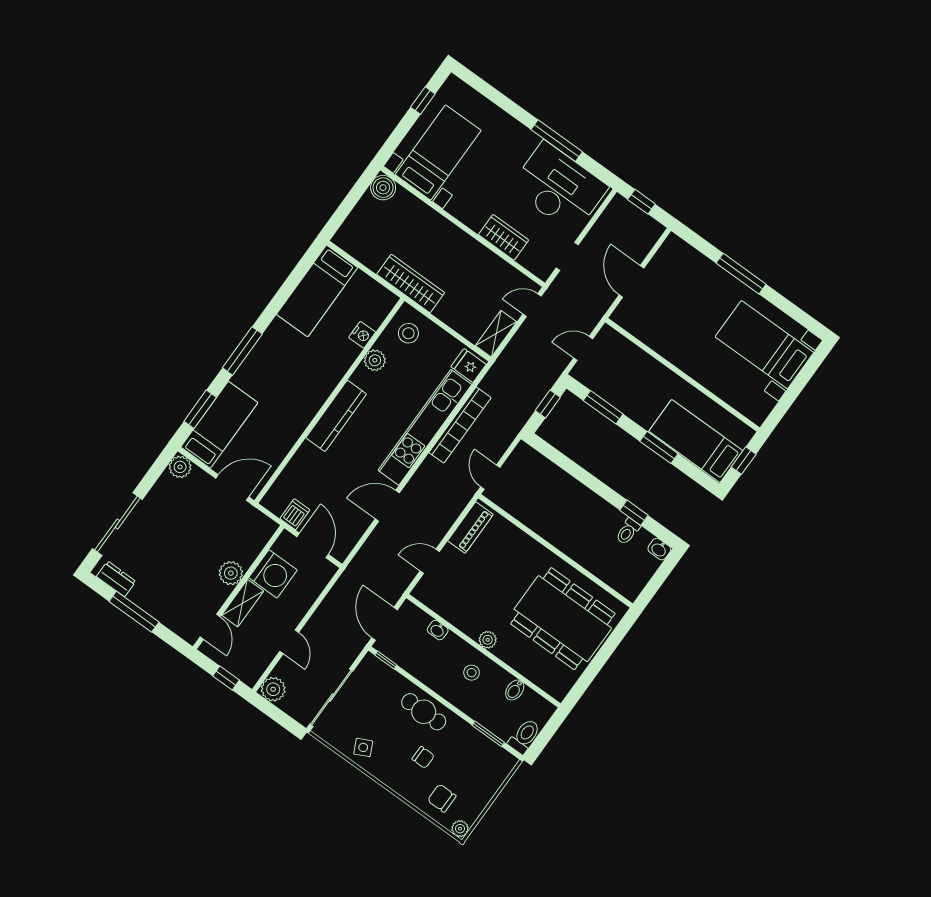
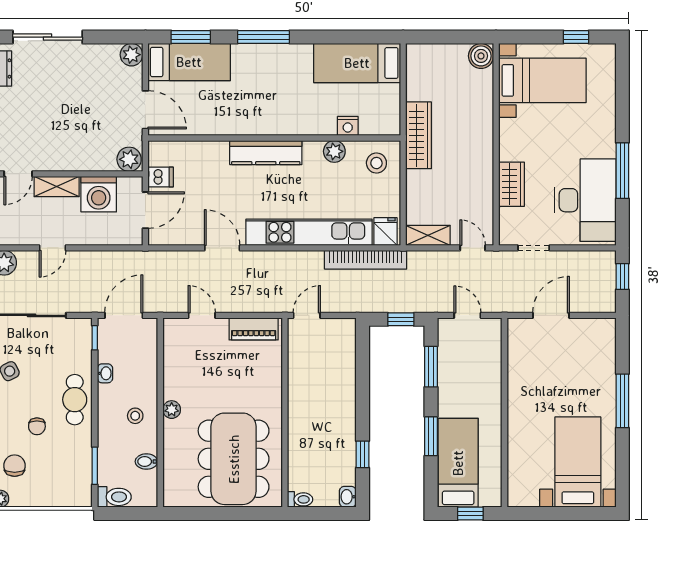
bookcase: (460, 425) -> (366, 260), moved
toilet: (628, 532) -> (300, 499), moved, turned 180
plant: (231, 573) -> (129, 159), moved
washbasin: (438, 630) -> (105, 373), moved, turned 180

